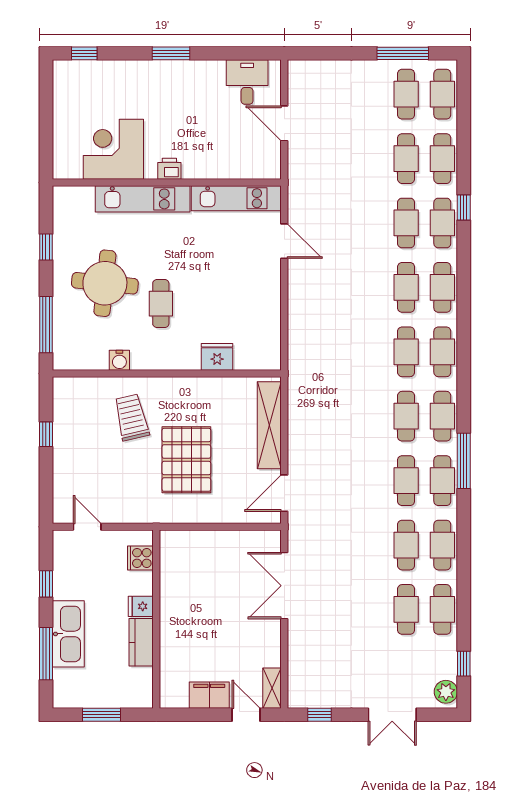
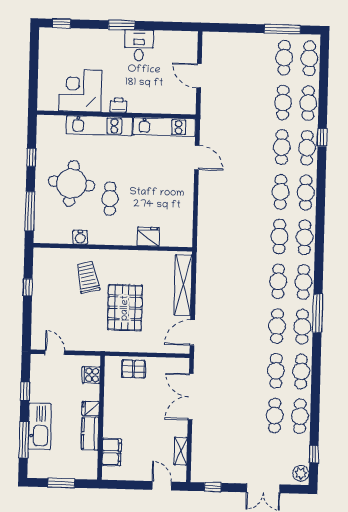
desk: (247, 82) -> (139, 45), moved
pallet: (201, 548) -> (134, 369), added
shelving: (272, 688) -> (181, 451), moved
filing cabinet: (209, 695) -> (112, 452), moved, turned 90

